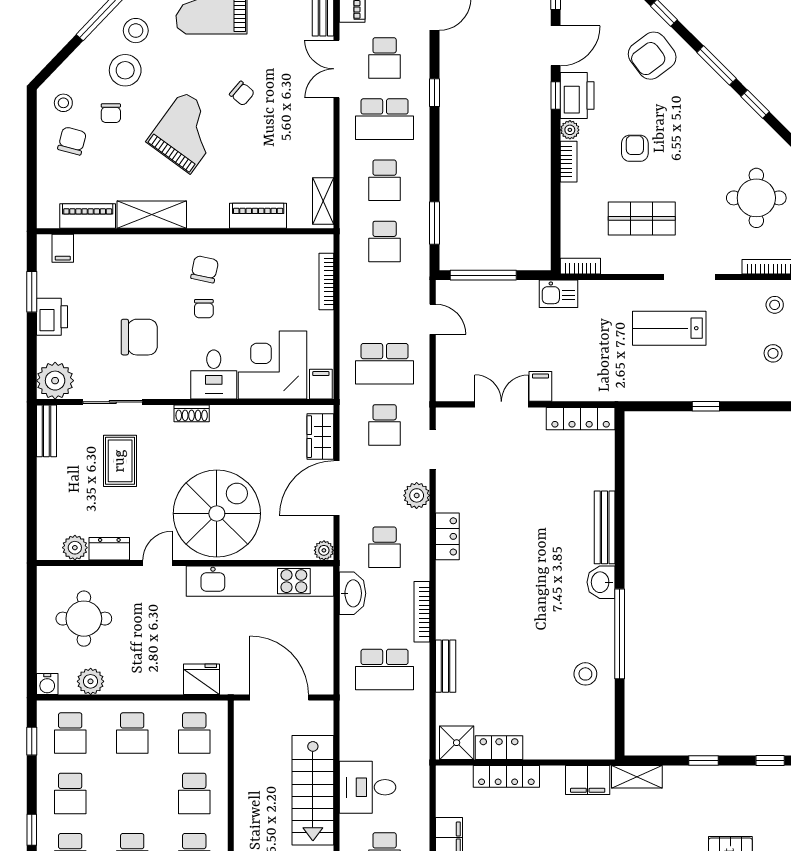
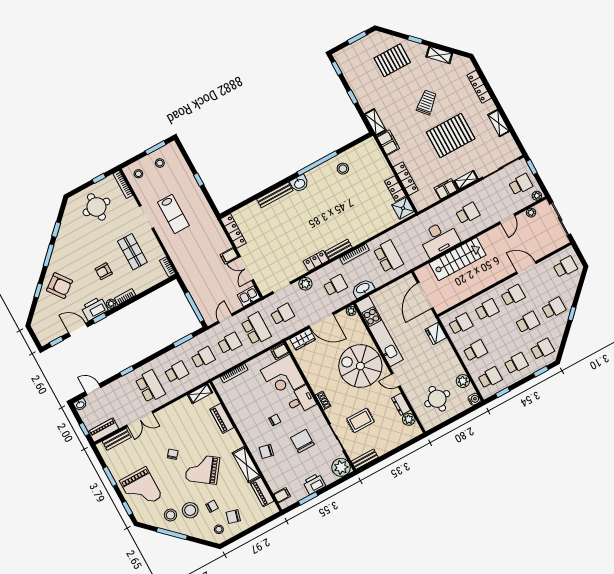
school desk: (385, 58) -> (230, 343), moved
chair: (205, 269) -> (266, 451), moved
kitchen sink: (558, 294) -> (249, 296), moved, turned -90
bench: (446, 666) -> (339, 249), moved
desk: (368, 787) -> (439, 238), width x1.37

